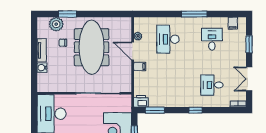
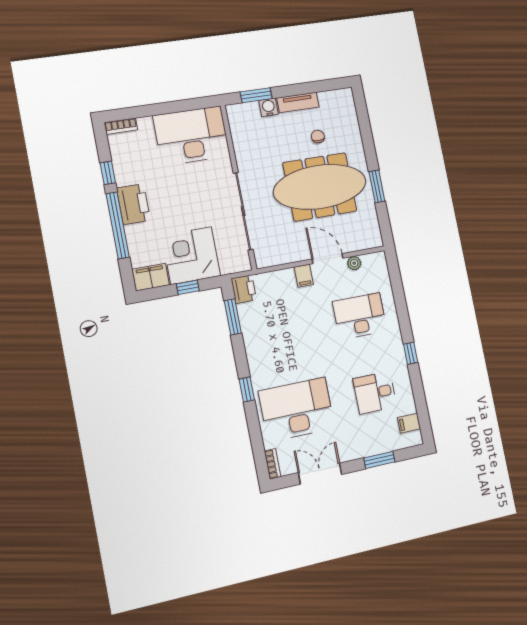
window: (68, 14) -> (377, 186), moved
window: (194, 14) -> (411, 353), width x0.46
plant: (56, 24) -> (346, 121), removed
desk: (212, 39) -> (375, 393), turned 180
door: (133, 51) -> (328, 259), hinge flipped
window: (34, 73) -> (256, 95), added
desk: (212, 85) -> (297, 409), width x1.87, depth x1.30

